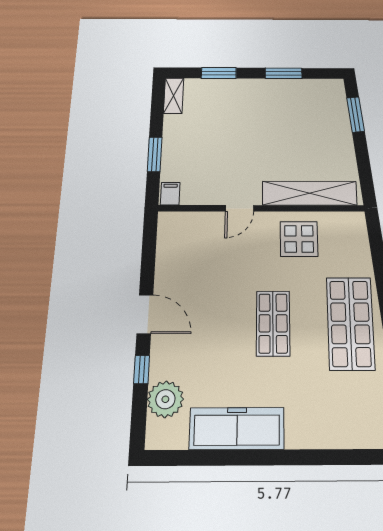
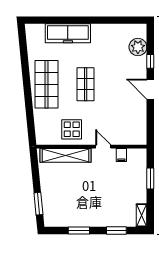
filing cabinet: (170, 194) -> (121, 155), moved
door: (239, 208) -> (103, 147), hinge flipped
freezer: (237, 428) -> (68, 33), moved

